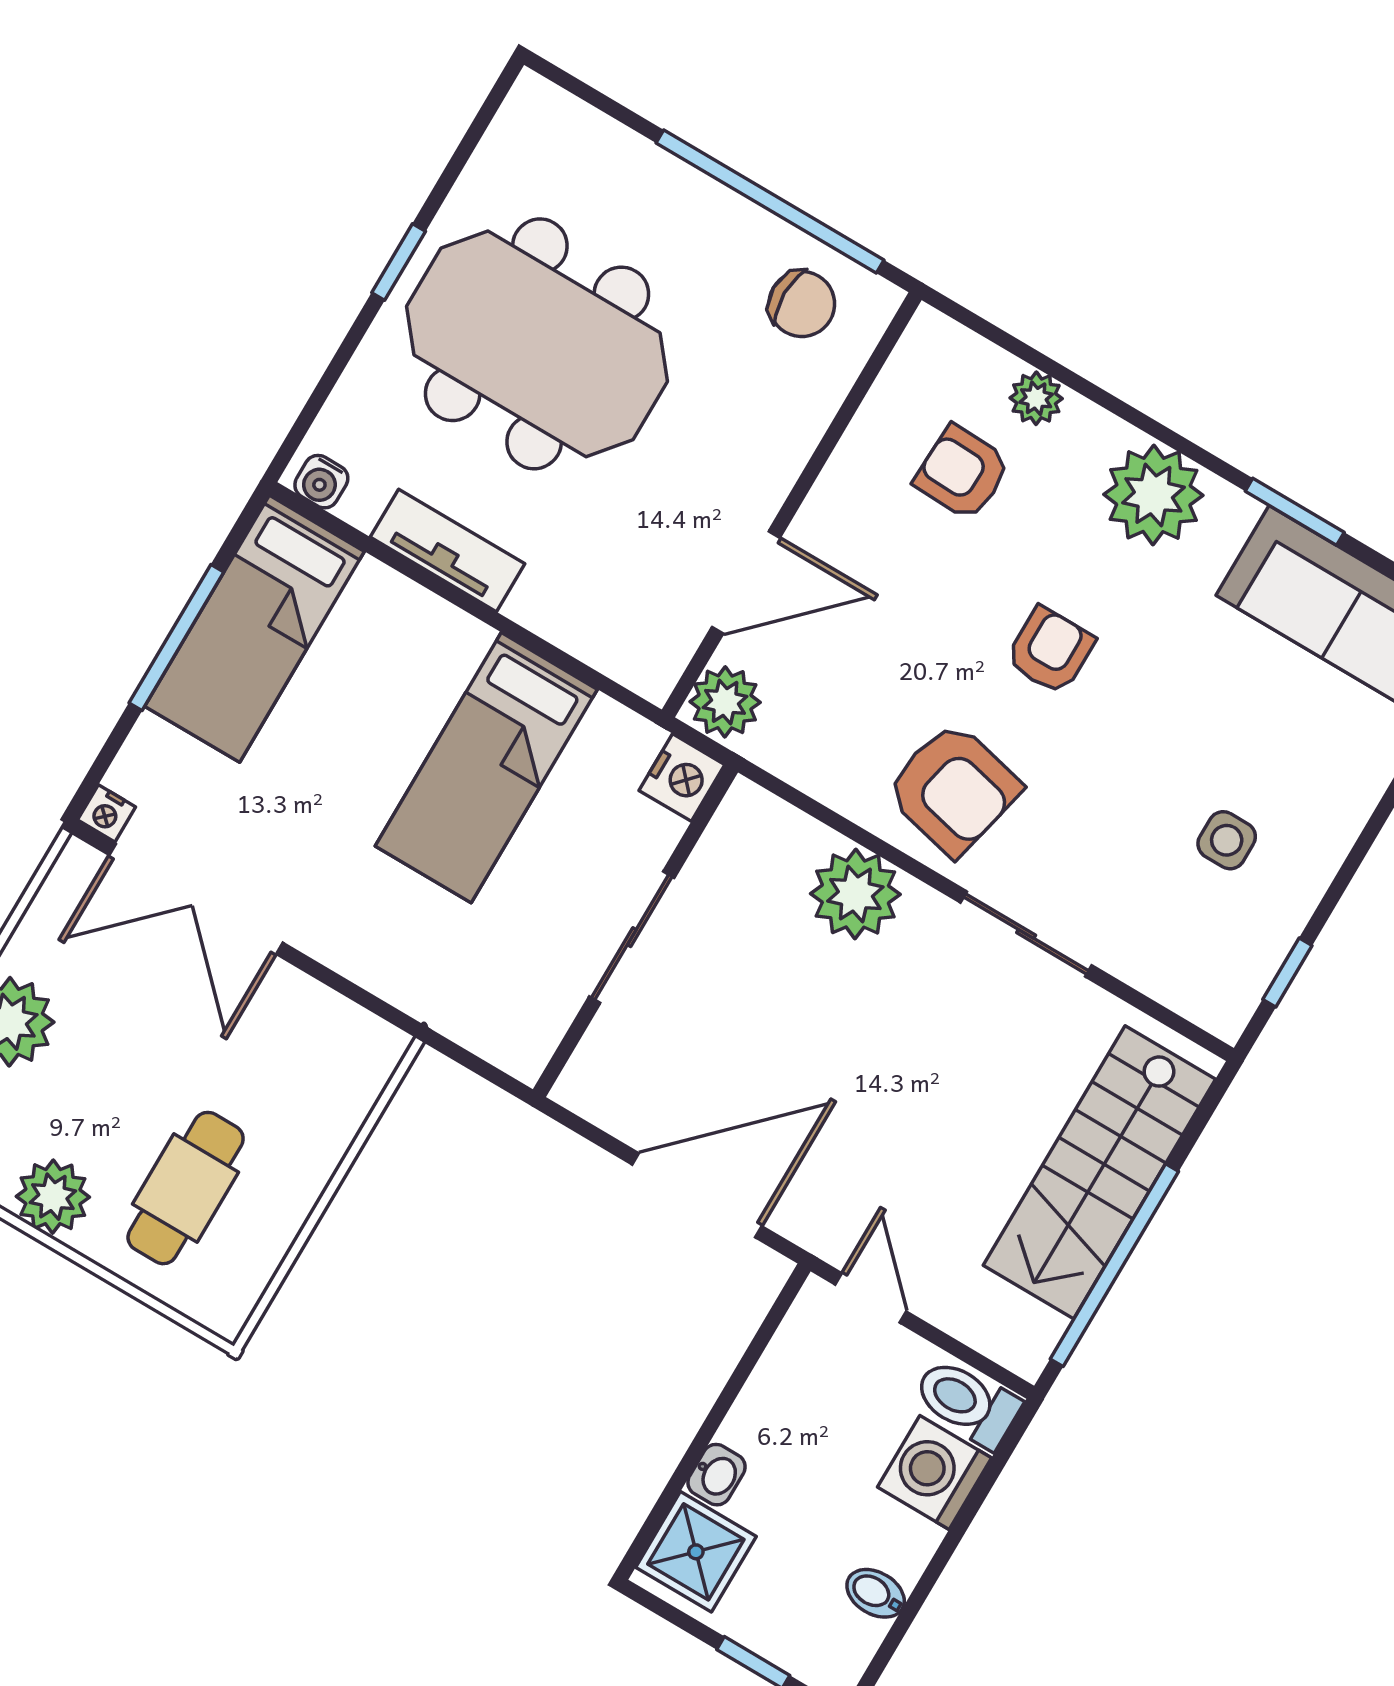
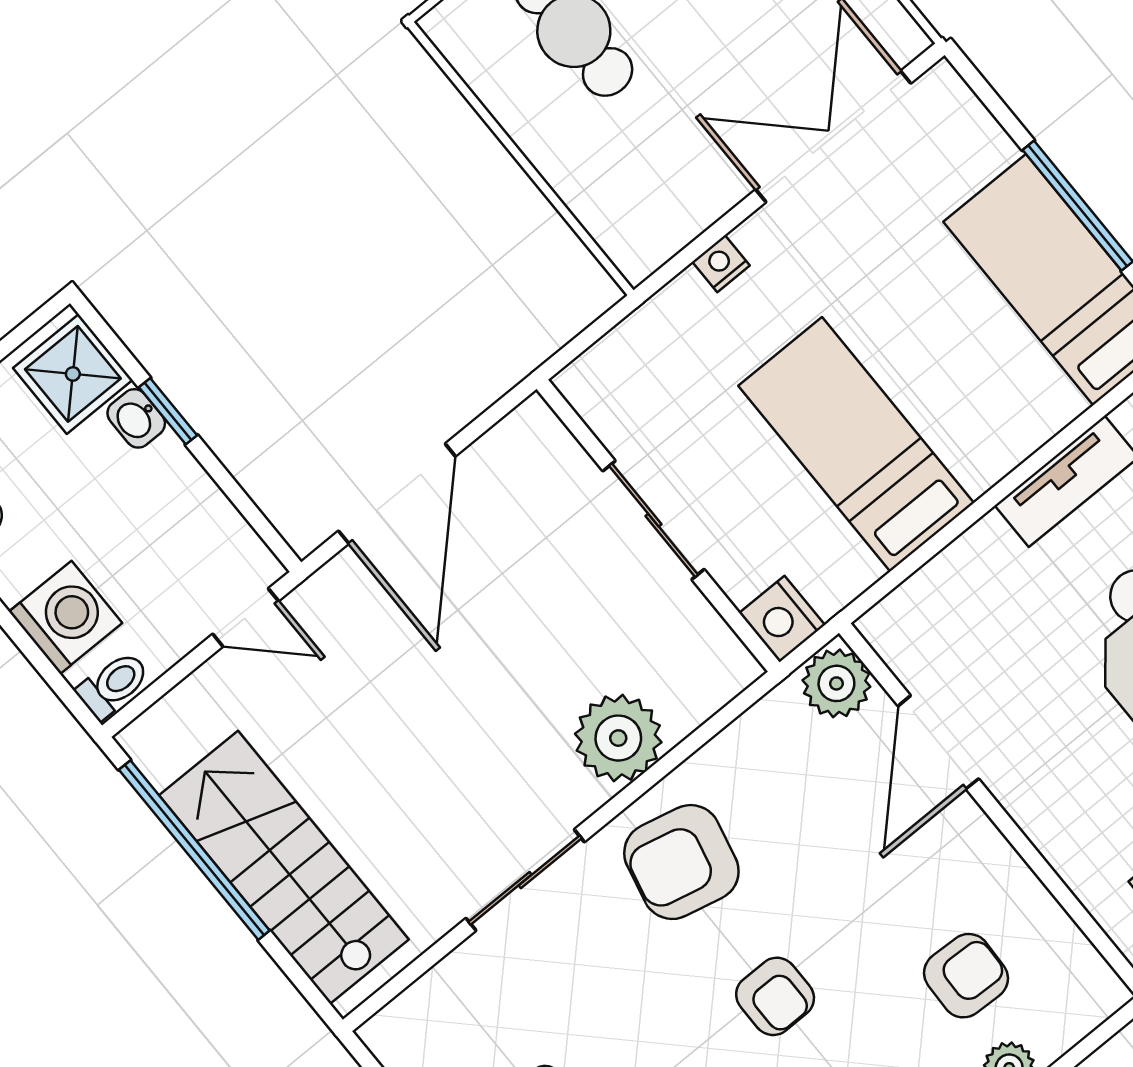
nightstand: (107, 813) -> (721, 264), moved
toilet: (967, 1402) -> (113, 685), width x0.73, depth x0.72
window: (698, 1446) -> (168, 411), added

